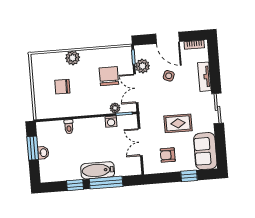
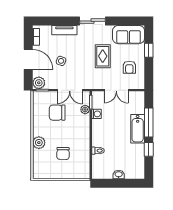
door: (167, 38) -> (28, 59), hinge flipped
plant: (143, 66) -> (39, 83), moved
window: (33, 148) -> (114, 183), removed

